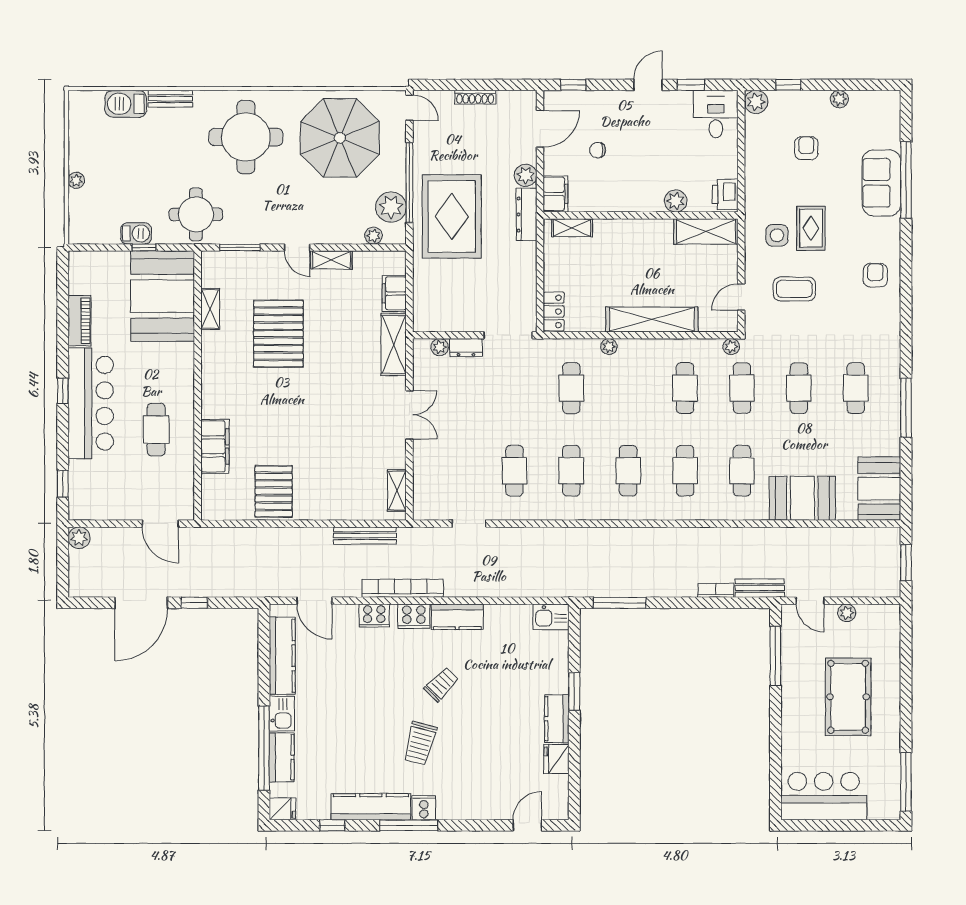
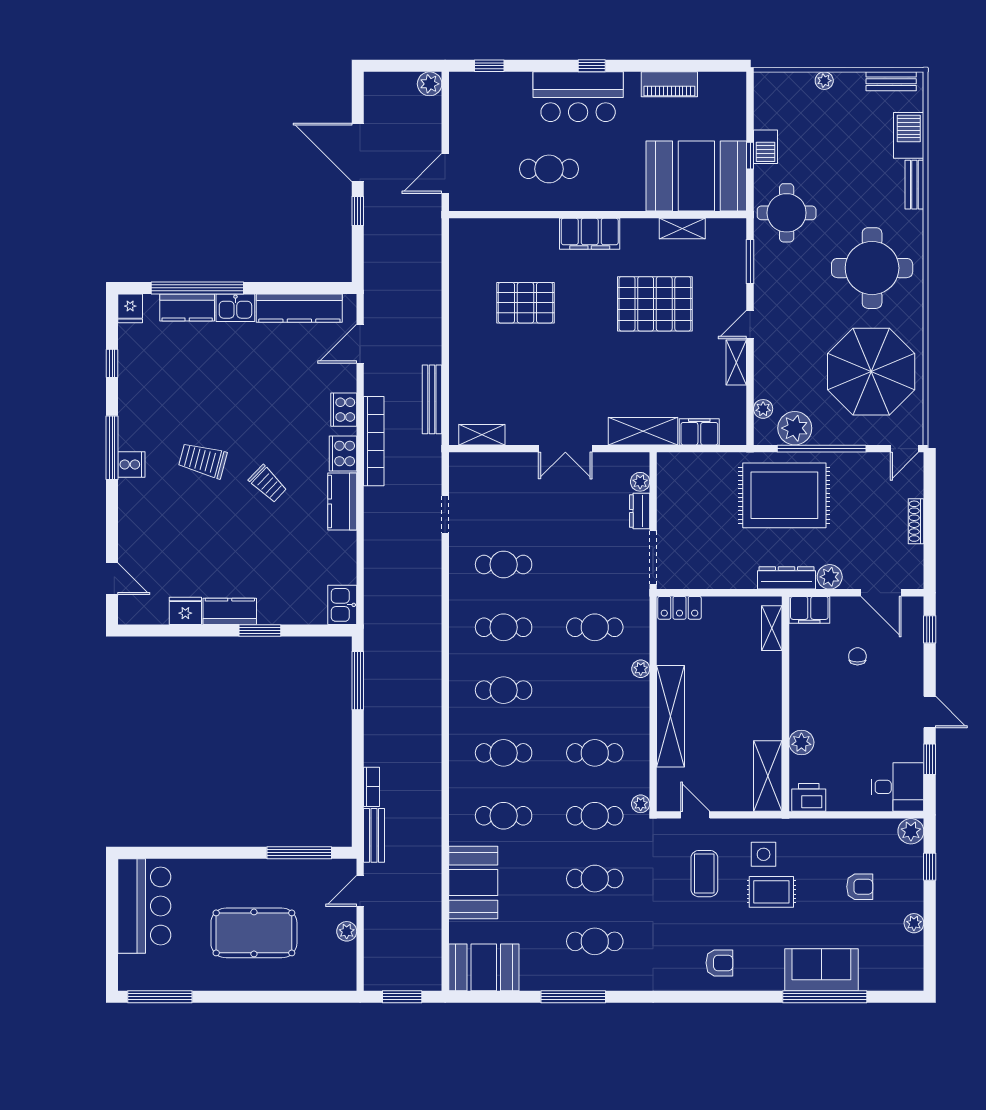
bench: (77, 120) -> (891, 81), added
bar counter: (91, 403) -> (578, 97), width x0.73
filing cabinet: (215, 446) -> (590, 234), moved
pallet: (274, 491) -> (525, 303), moved
kitchen counter: (371, 807) -> (133, 406), removed

